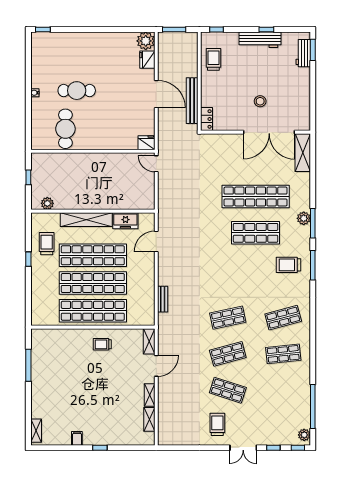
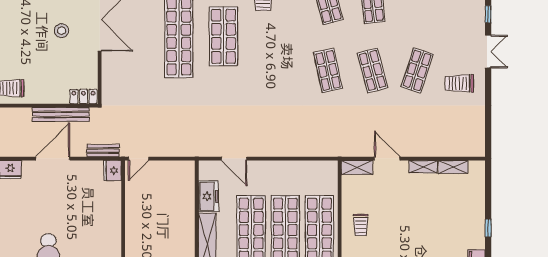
bench: (163, 299) -> (103, 151), moved

